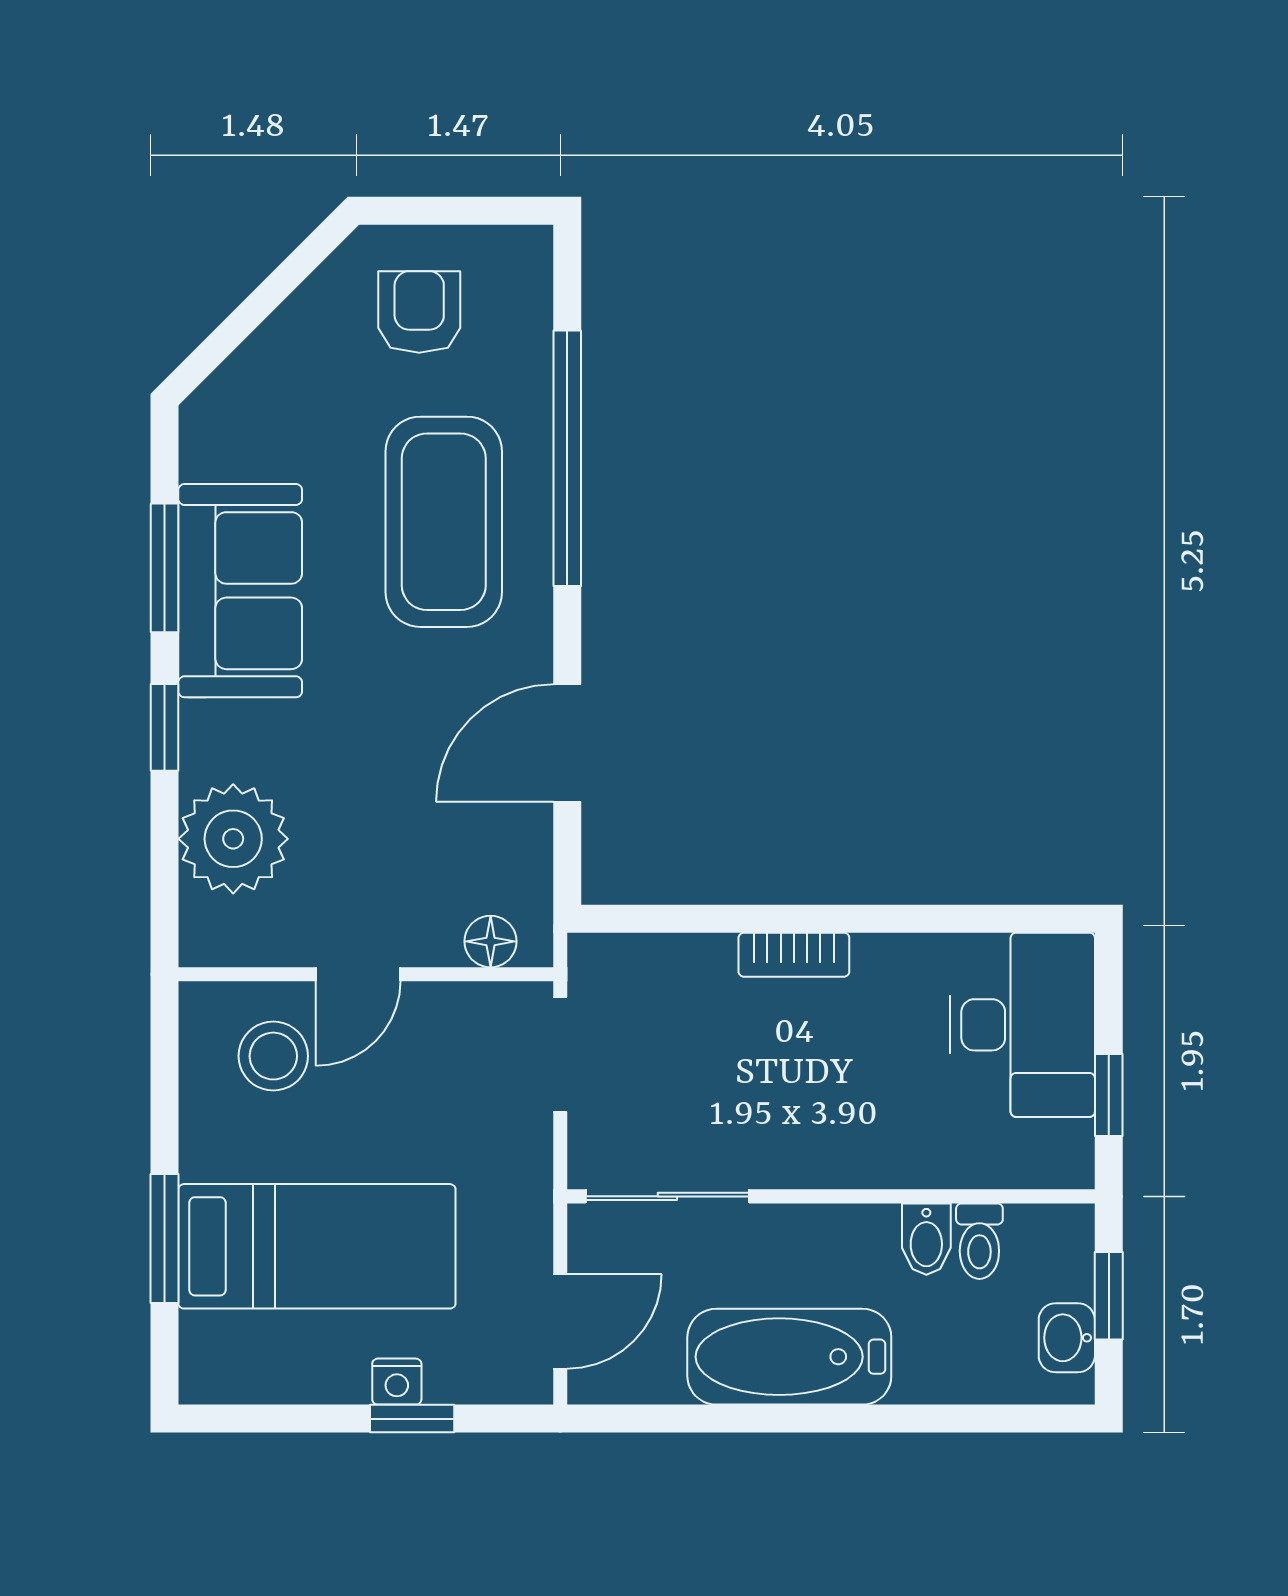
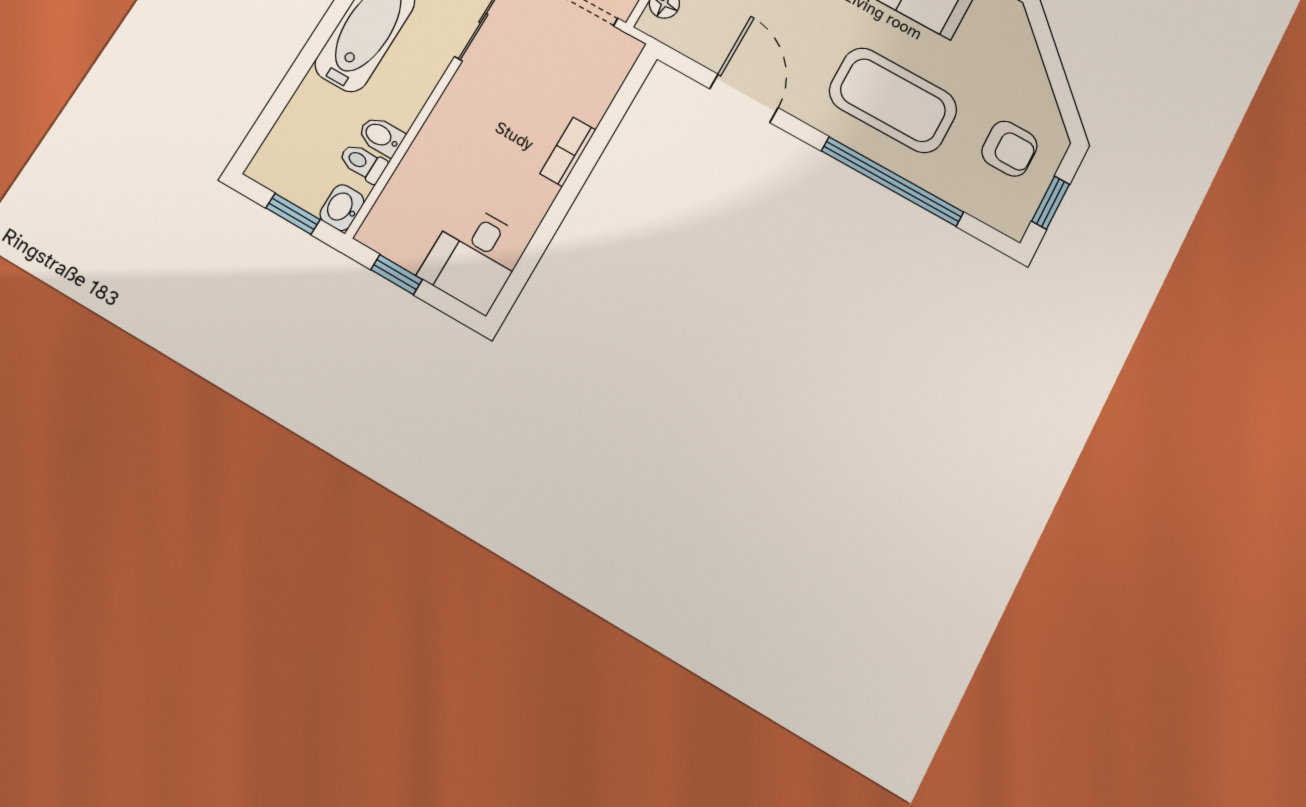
window: (467, 211) -> (1051, 203), added
desk: (1022, 1025) -> (474, 258), width x0.73
washbasin: (1067, 1338) -> (342, 208), moved, turned -90

